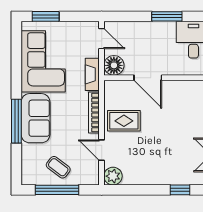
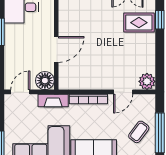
rug: (124, 121) -> (139, 23), moved, turned 90

